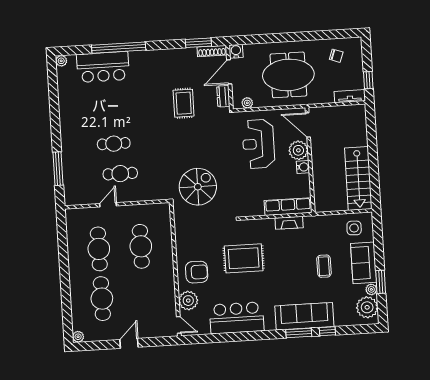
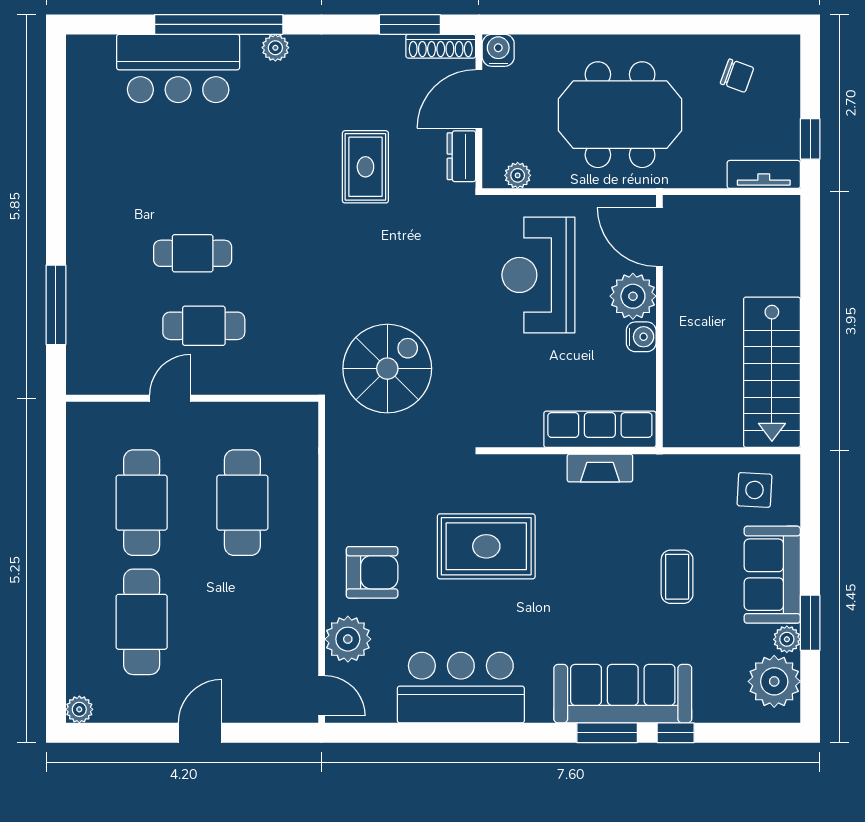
plant: (61, 61) -> (275, 48), moved

